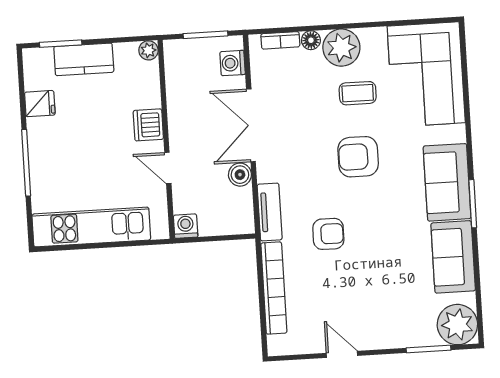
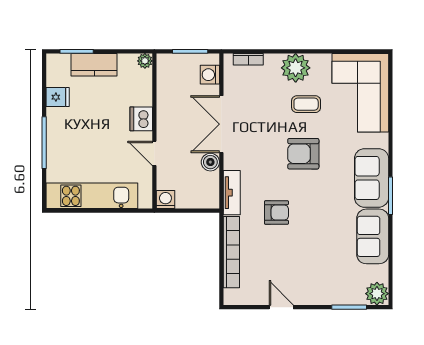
floor lamp: (311, 40) -> (272, 61), removed
plant: (457, 325) -> (377, 294), width x0.73, depth x0.73

